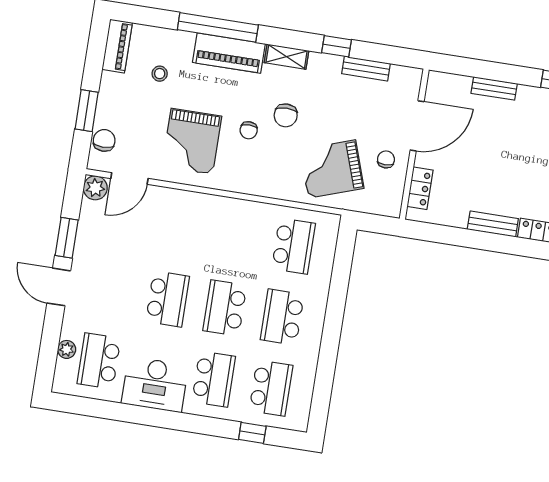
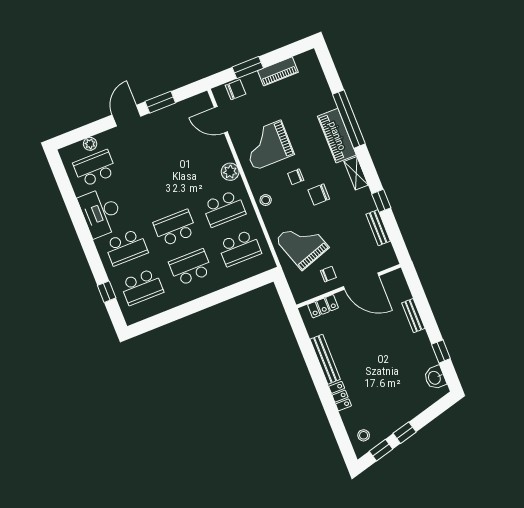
piano: (117, 46) -> (278, 71), moved
stool: (160, 74) -> (266, 200), moved
plant: (95, 188) -> (230, 172), moved
bench: (493, 224) -> (325, 359), width x1.36
school desk: (167, 299) -> (224, 209), moved

